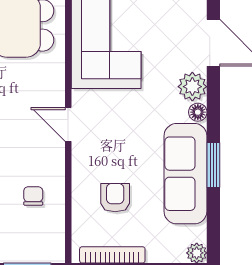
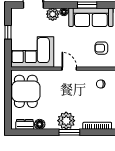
door: (68, 124) -> (69, 69), swing flipped

